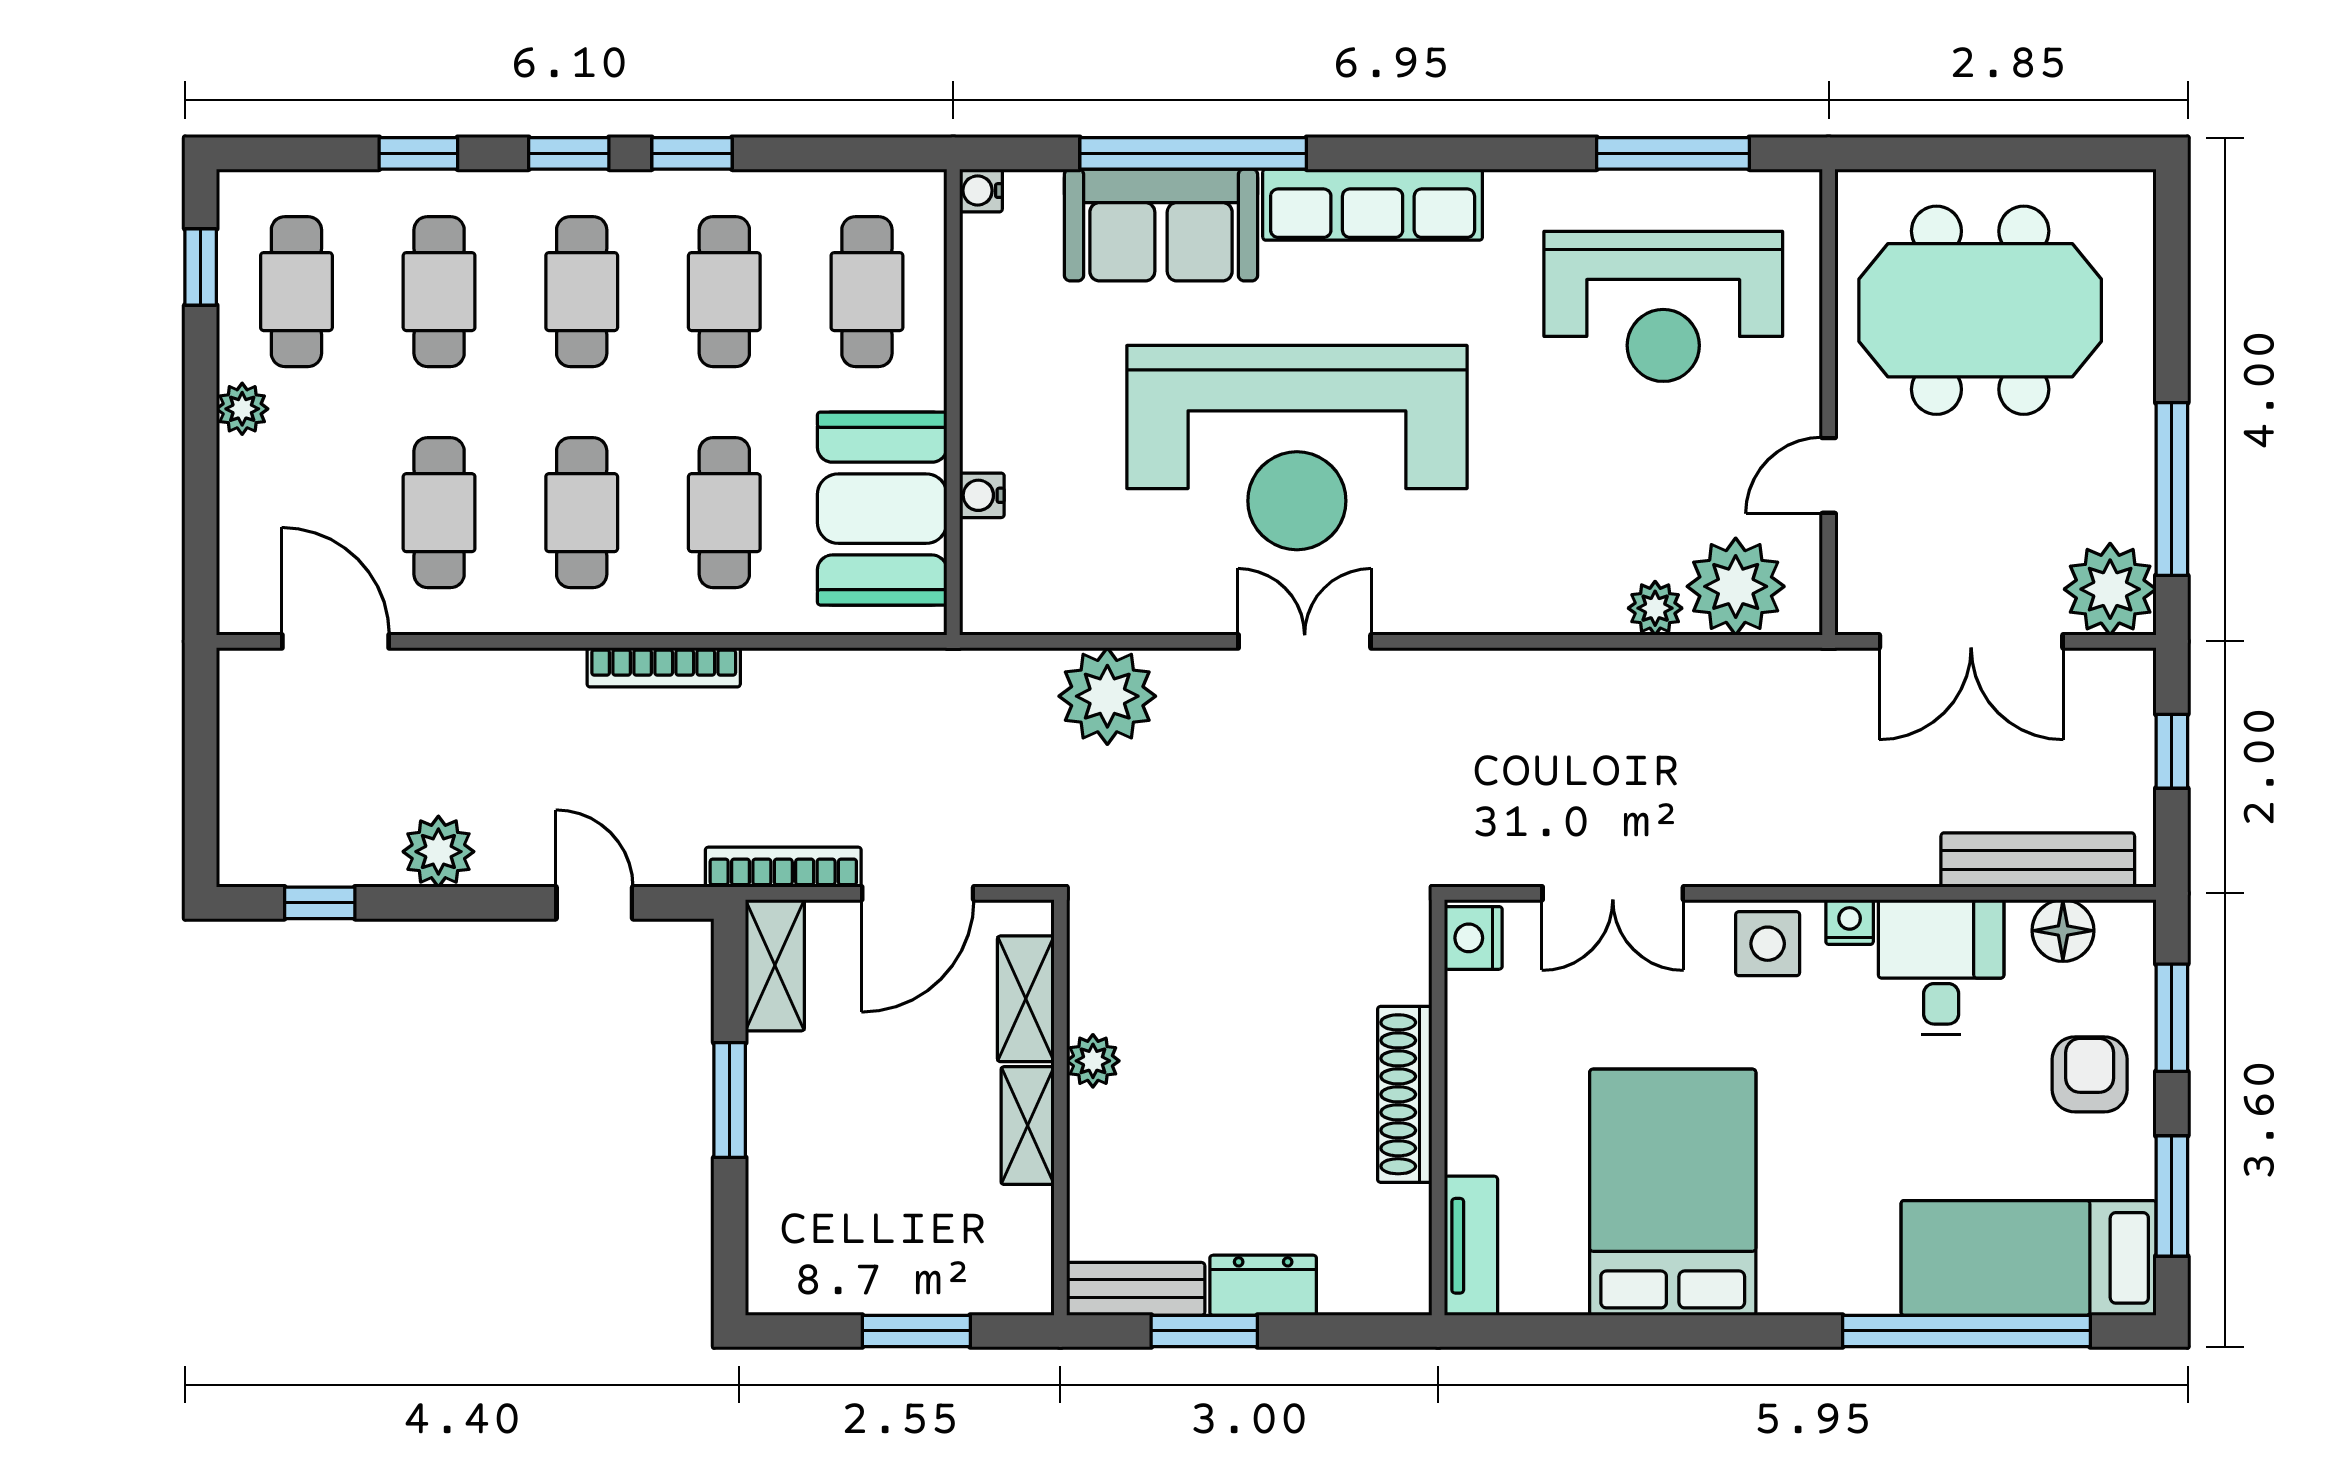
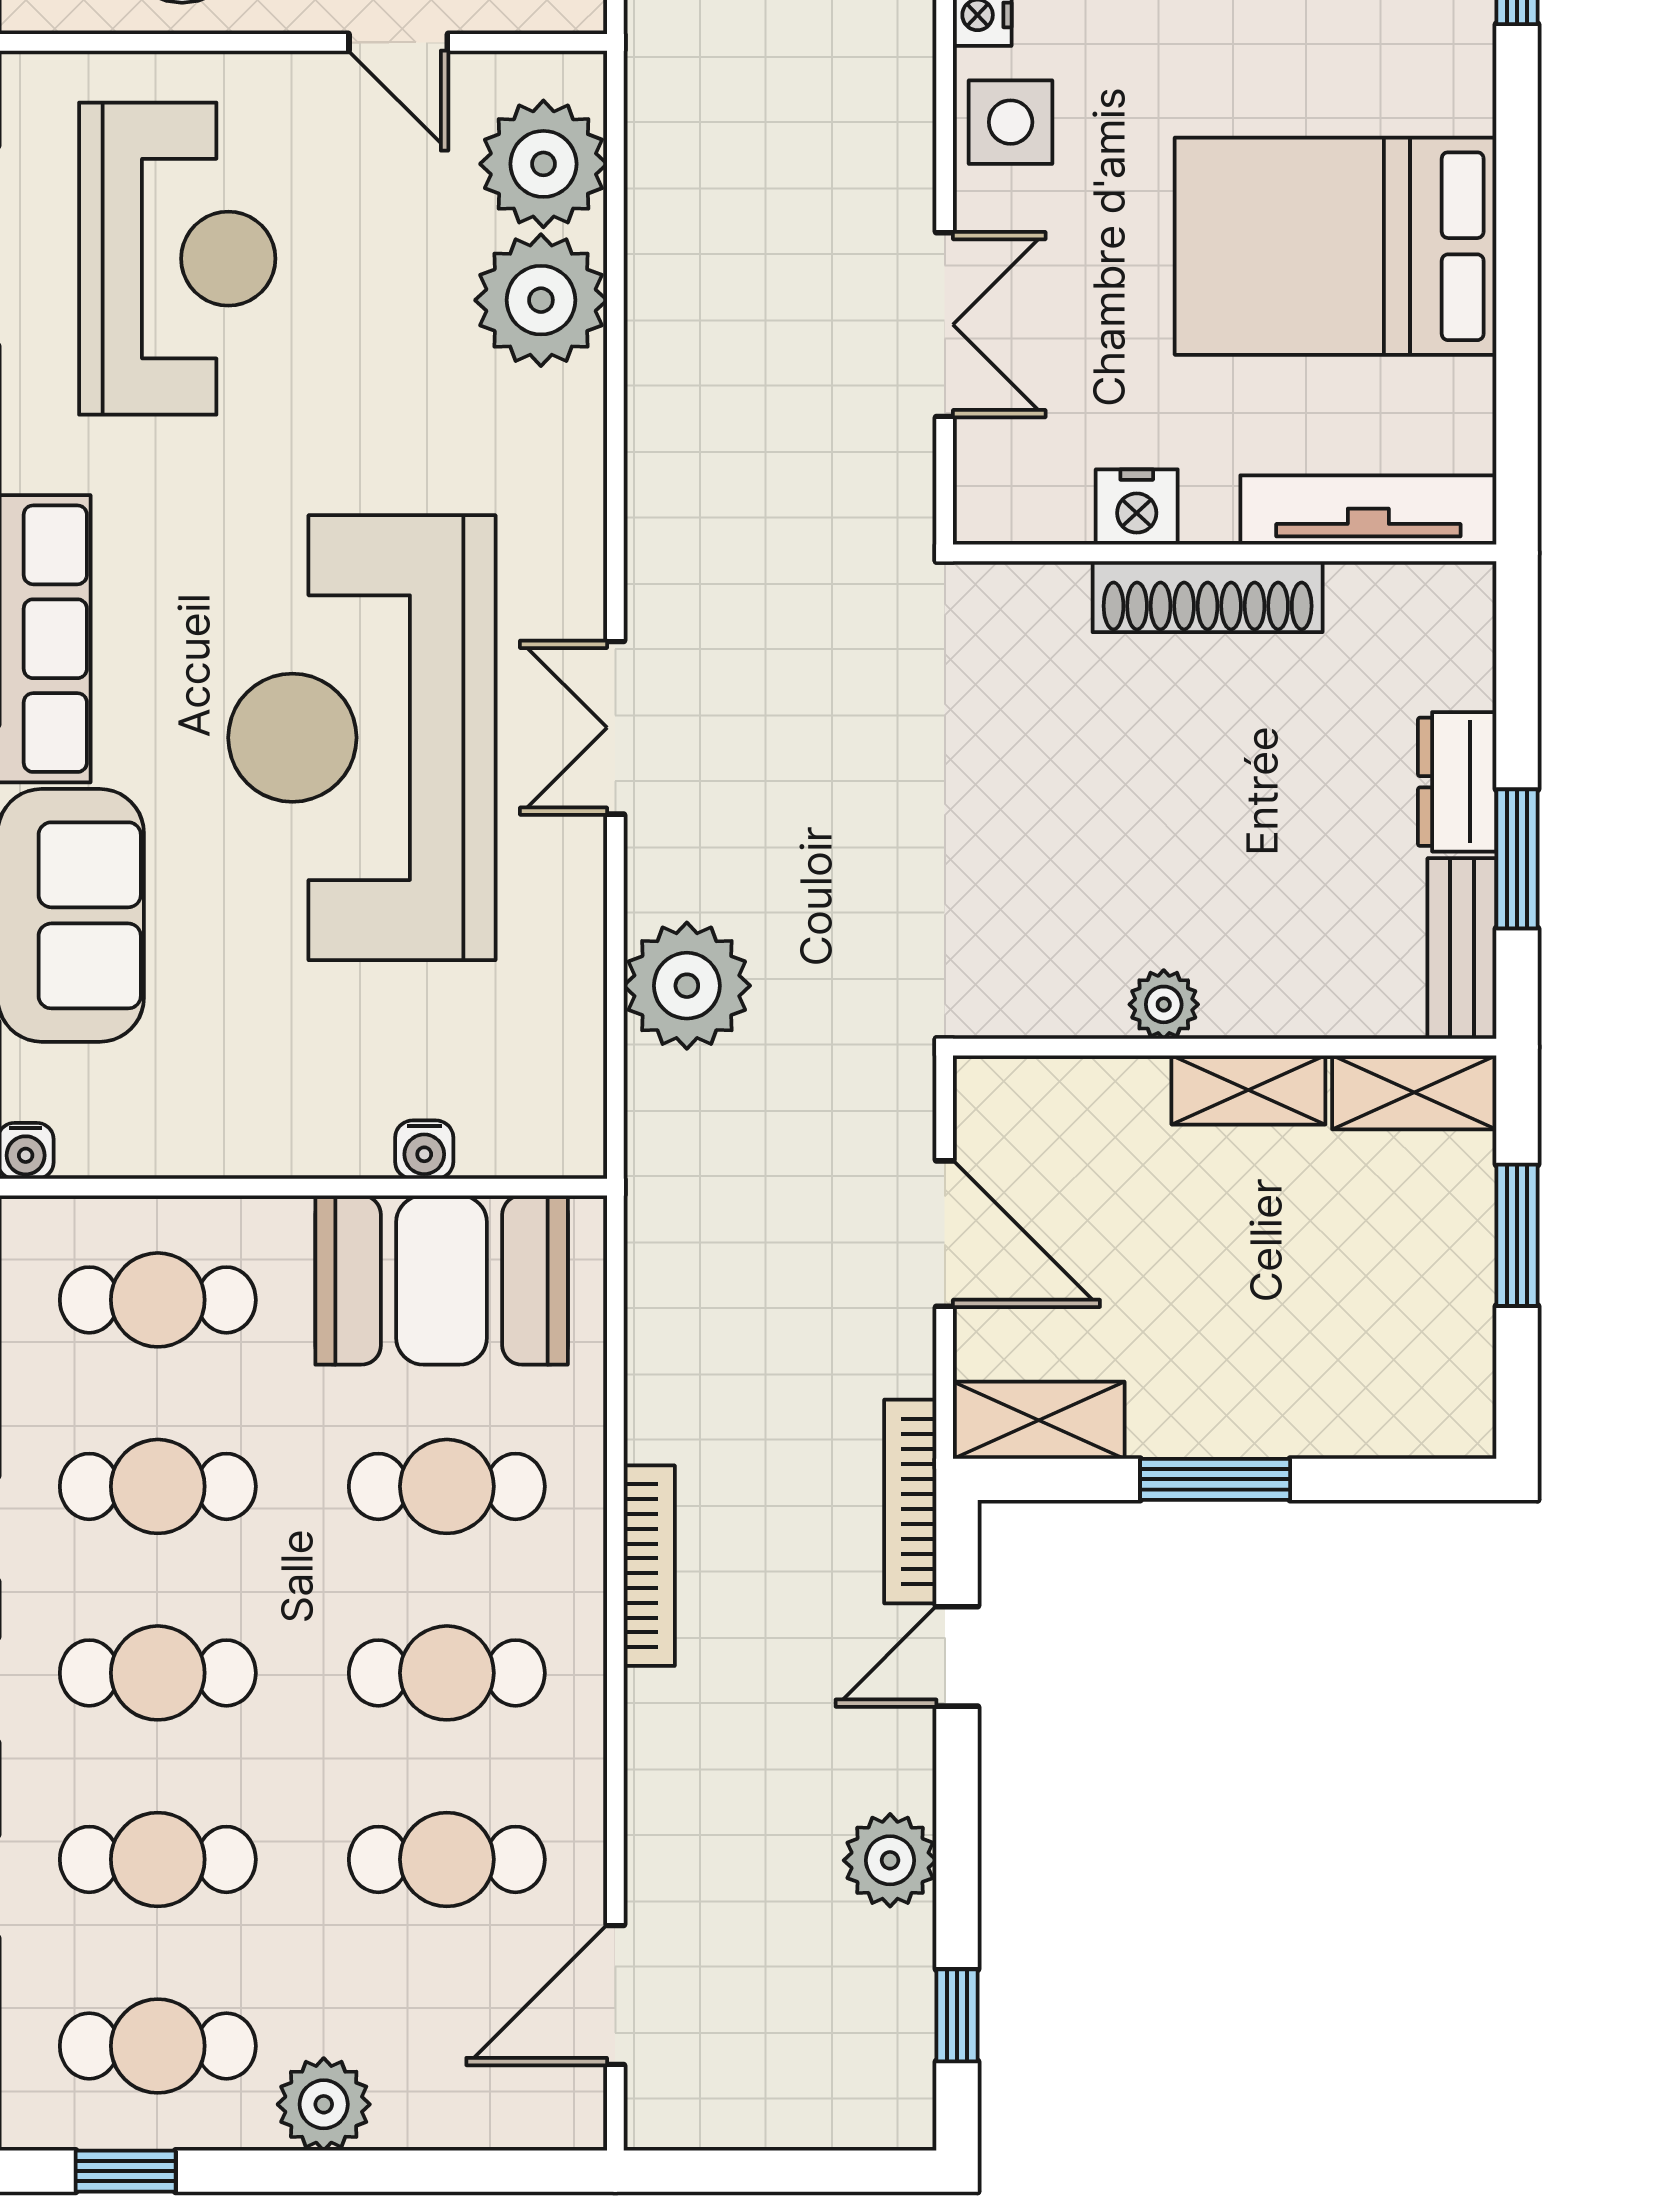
plant: (242, 409) -> (324, 2104), width x1.38, depth x1.38
reception desk: (1297, 448) -> (362, 738), turned 180
plant: (1655, 608) -> (541, 300), width x1.87, depth x1.87
bookcase: (783, 867) -> (910, 1501), moved
nightstand: (1473, 938) -> (1137, 507), moved
shelving: (1026, 999) -> (1414, 1092), moved
tv unit: (1471, 1246) -> (1368, 510), width x1.41

